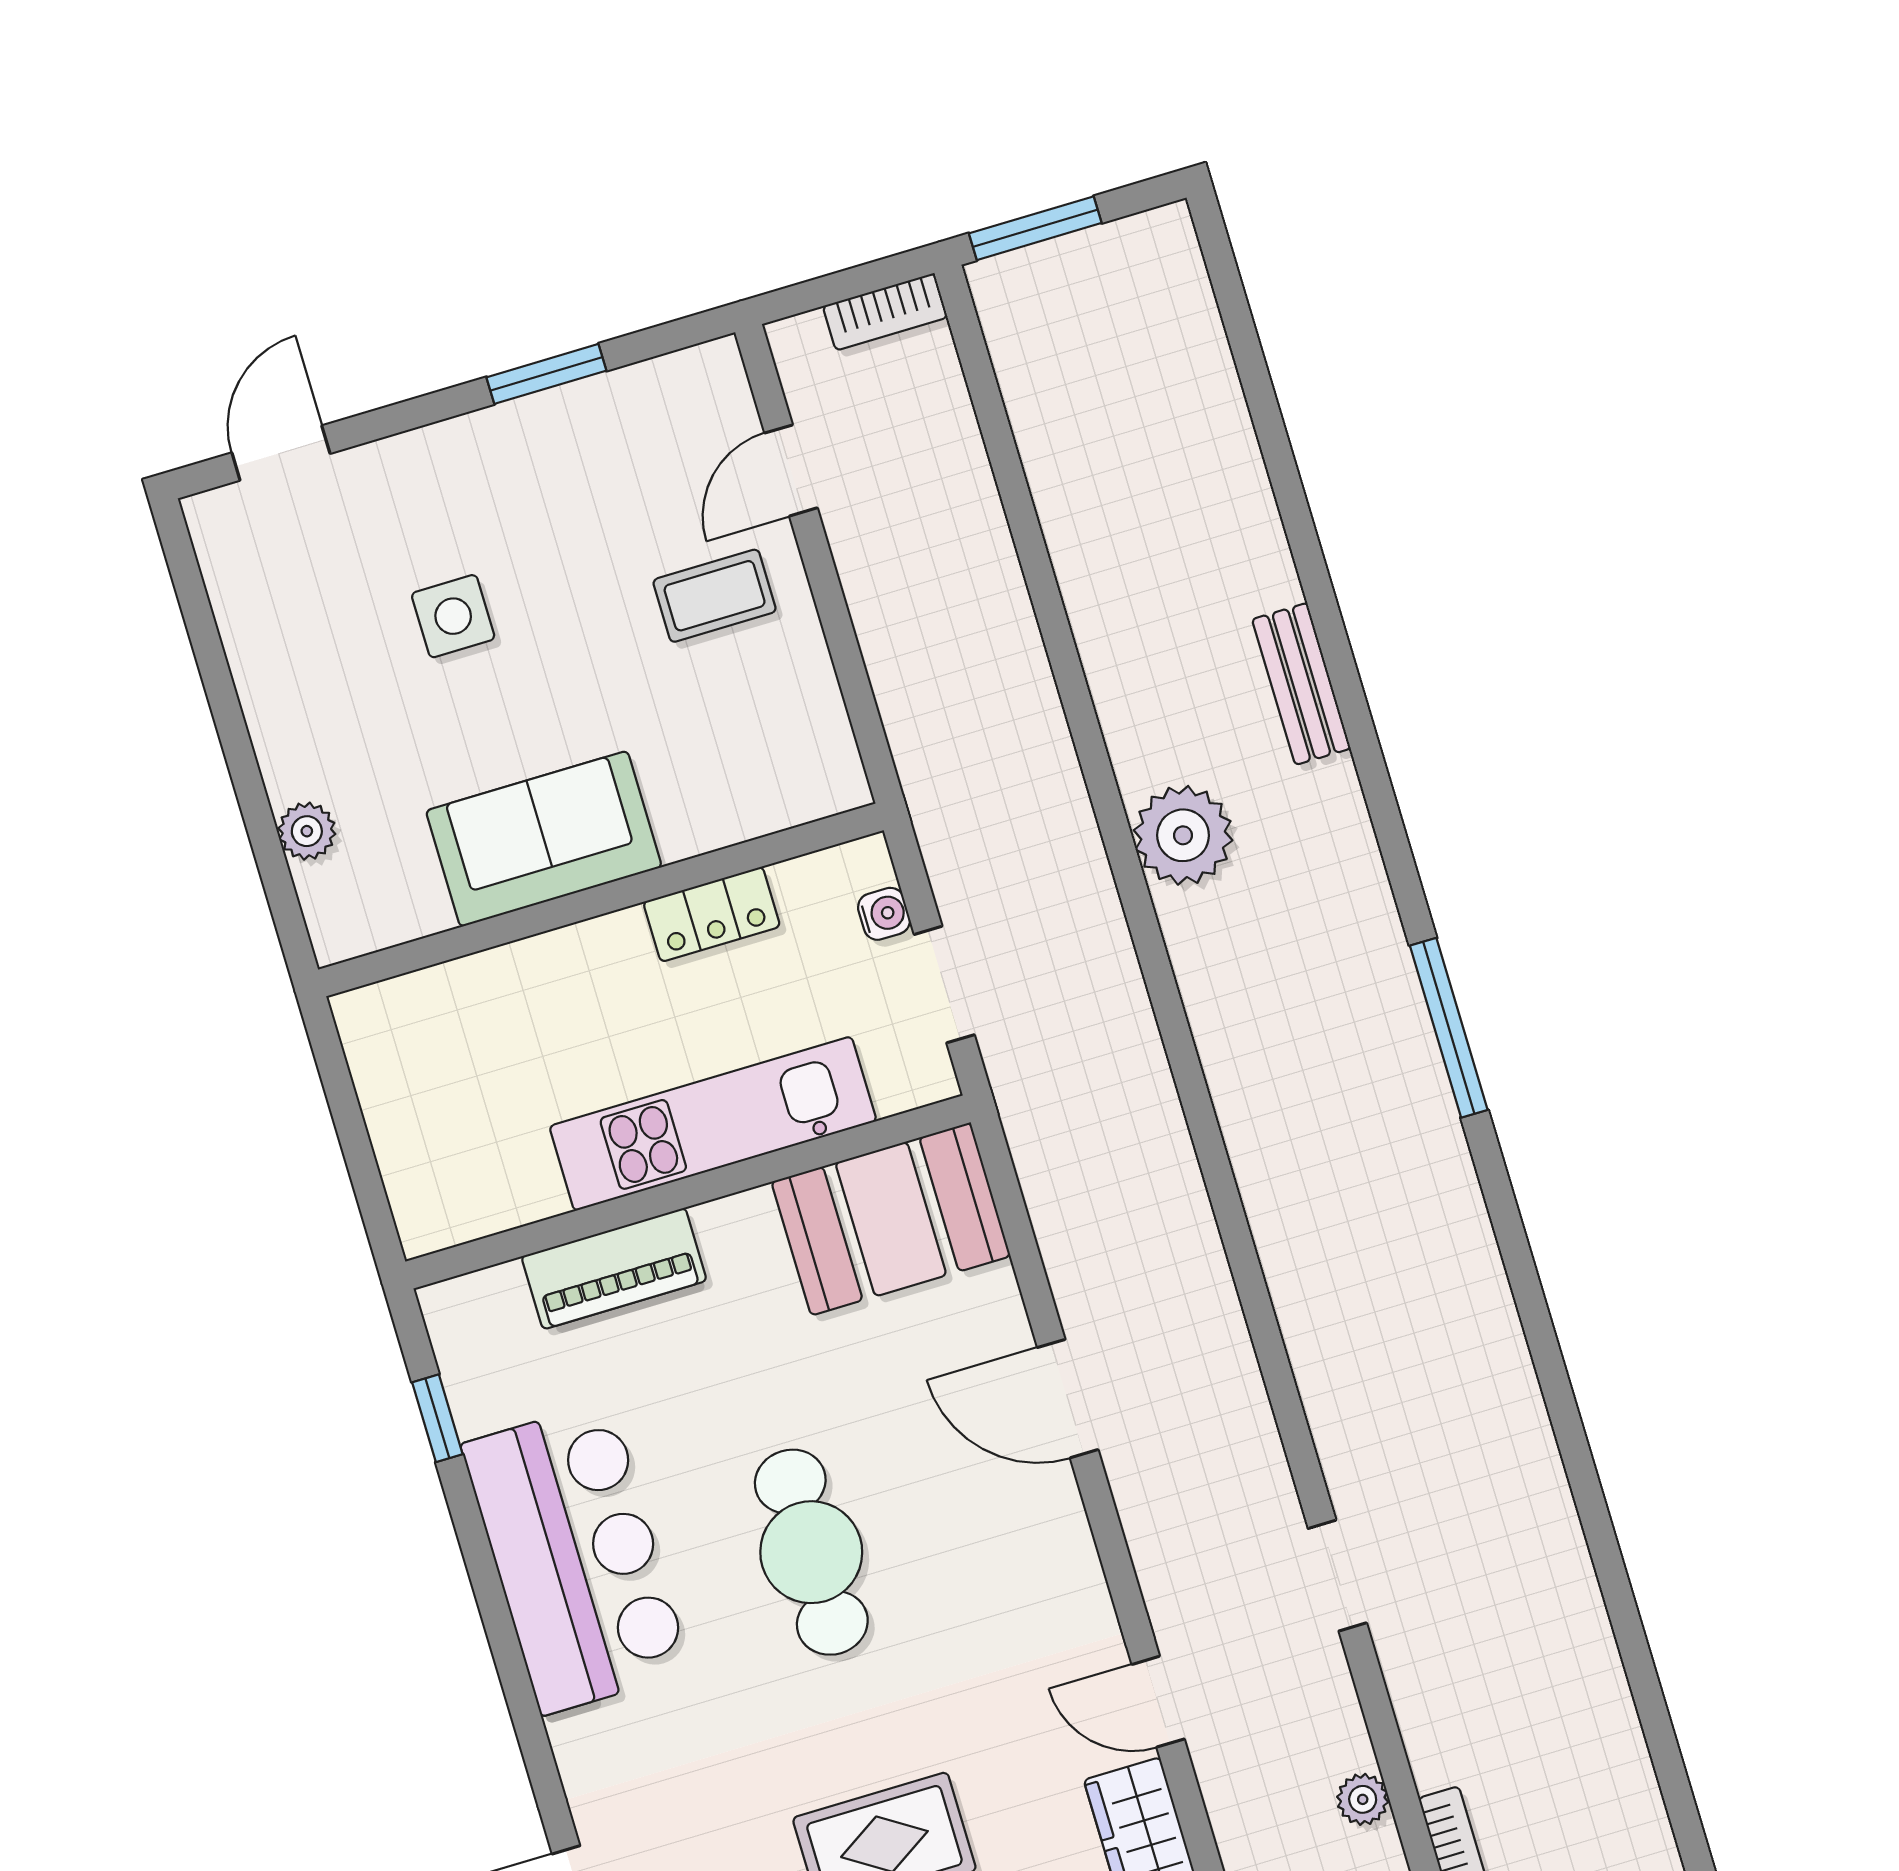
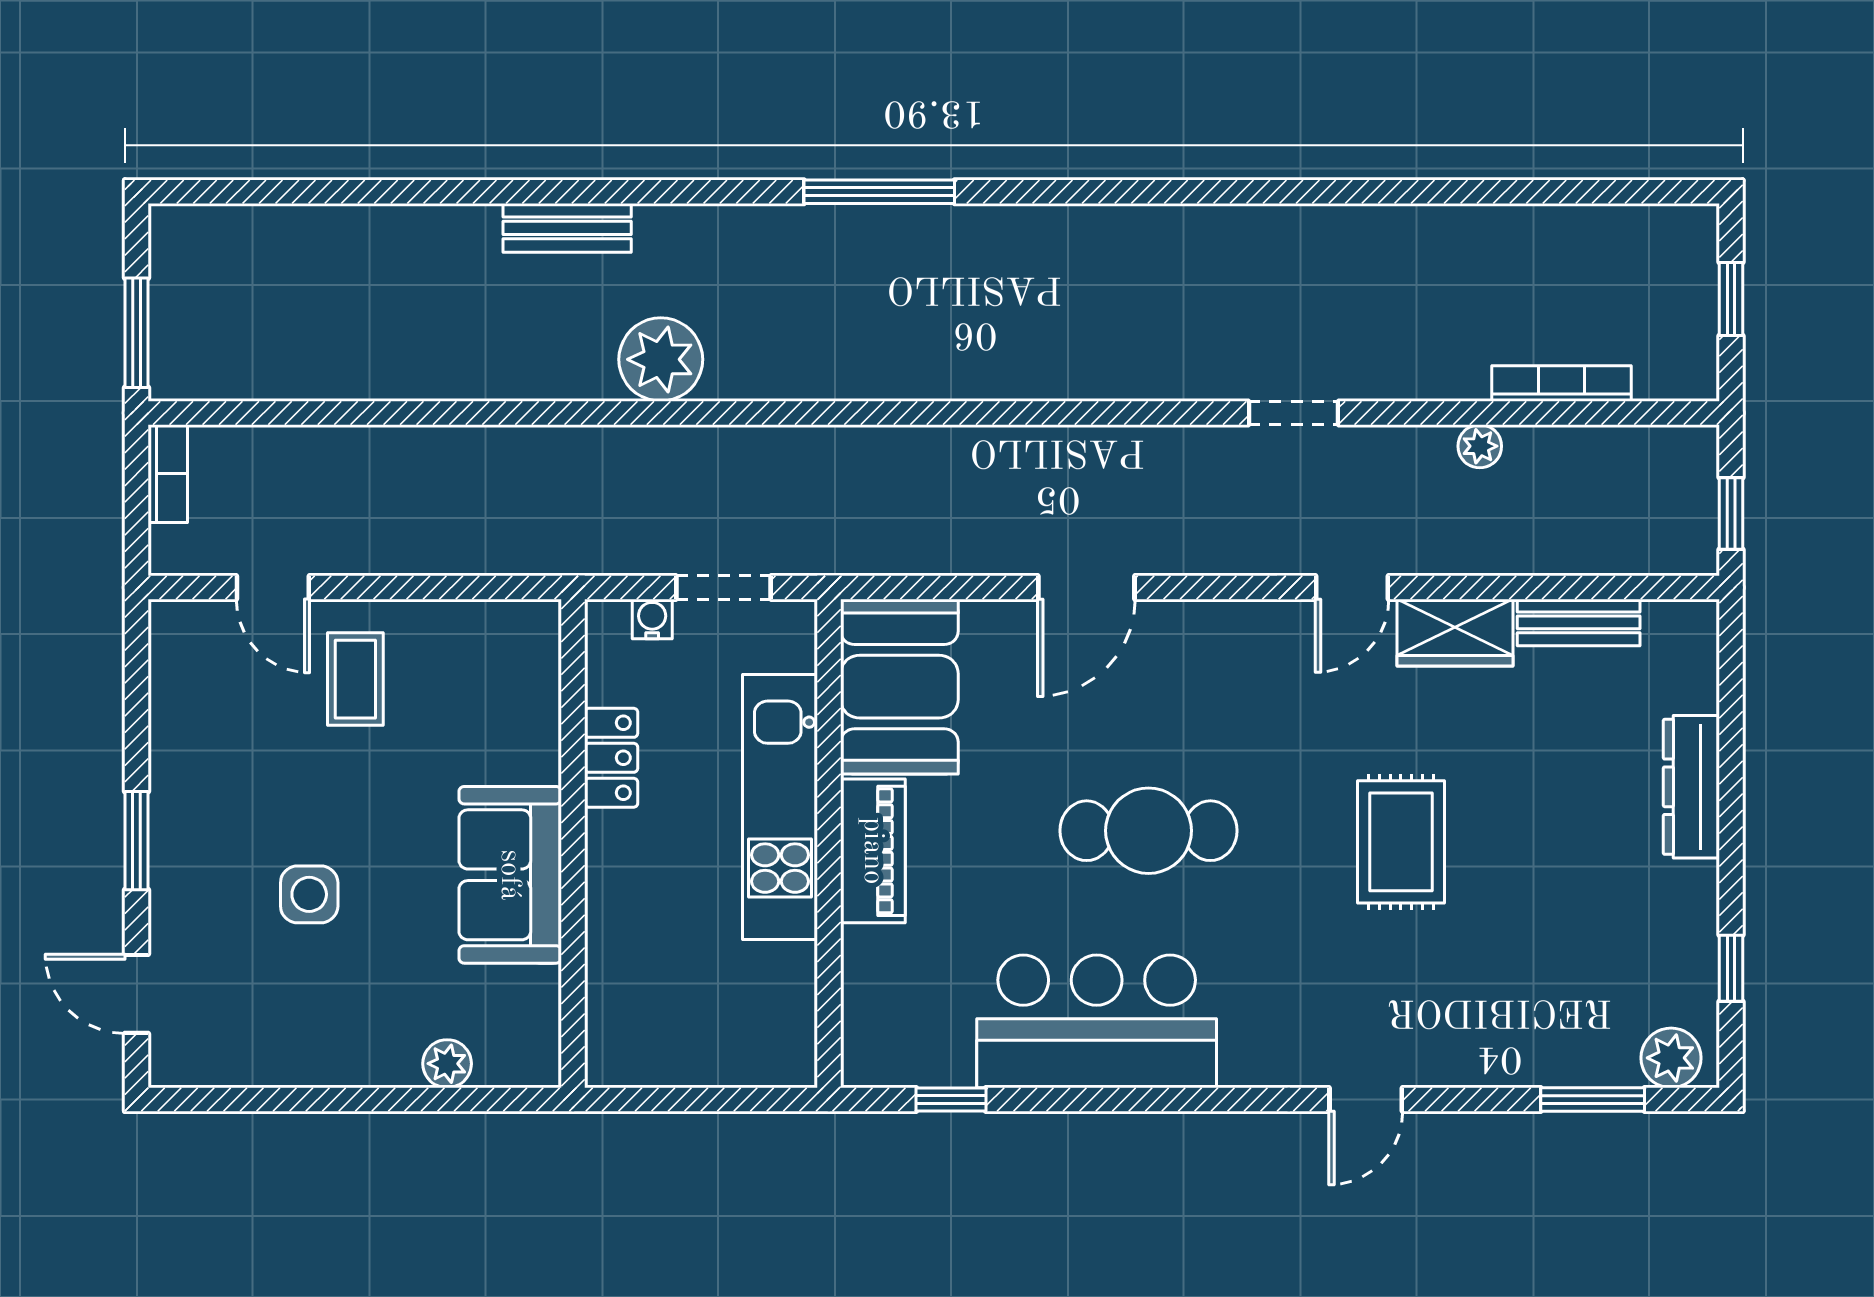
window: (546, 374) -> (137, 841), moved
piano: (614, 1269) -> (873, 851), moved

